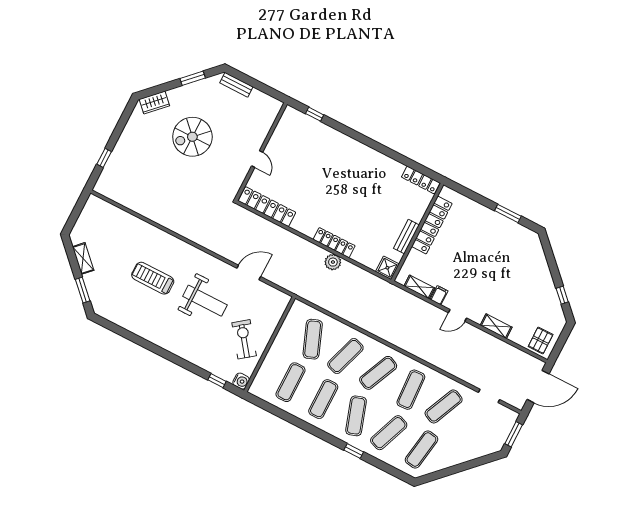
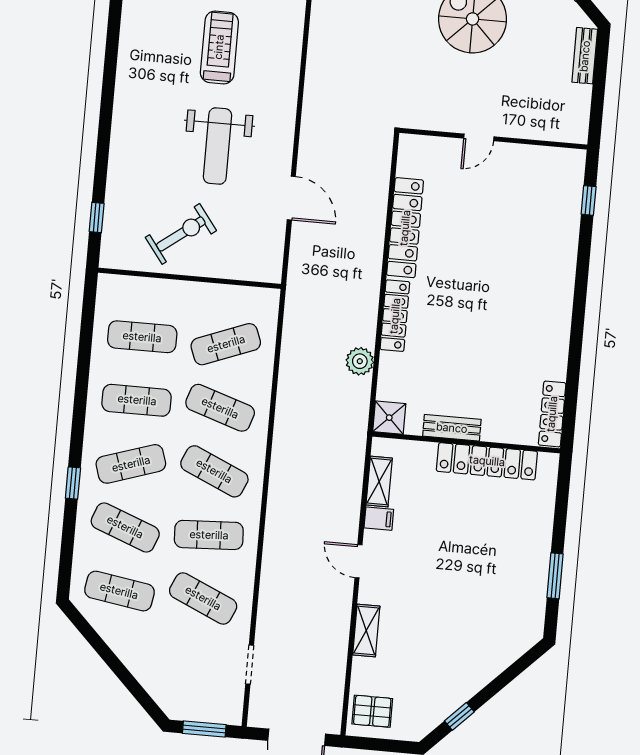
locker: (267, 207) -> (405, 228), moved
plant: (333, 262) -> (360, 361), moved
water cooler: (241, 381) -> (112, 257), removed

